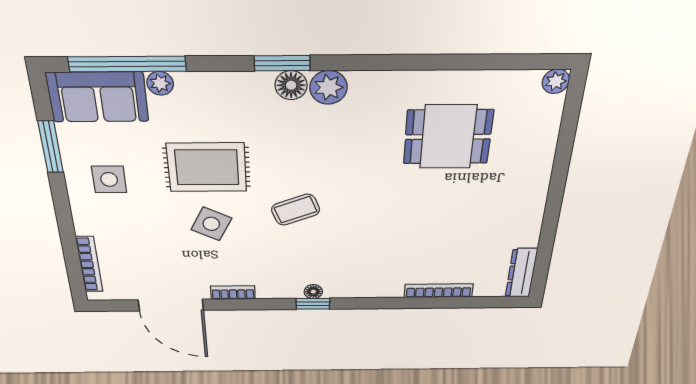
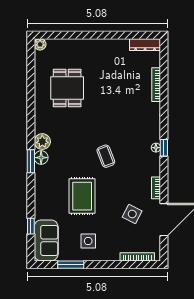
window: (127, 64) -> (31, 226), width x0.32
plant: (160, 83) -> (40, 213), removed
side table: (211, 224) -> (132, 214), moved

